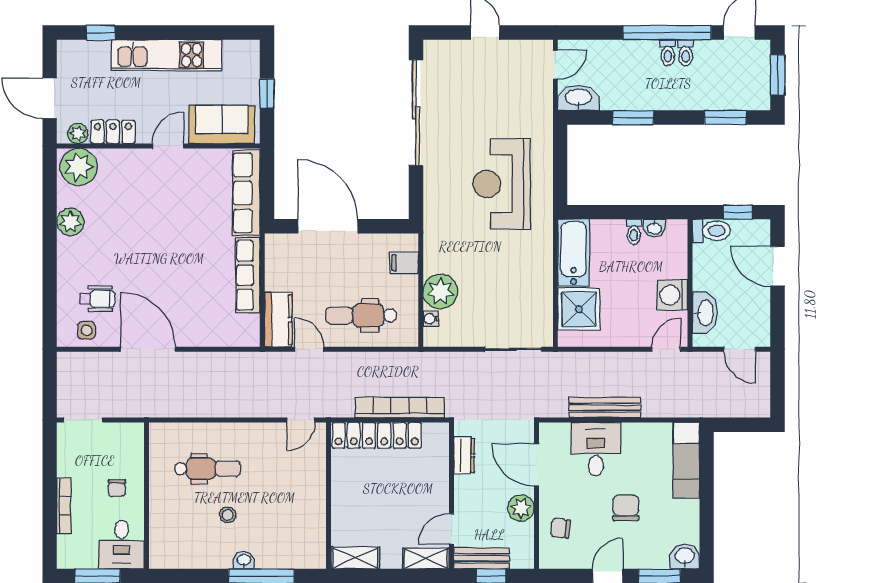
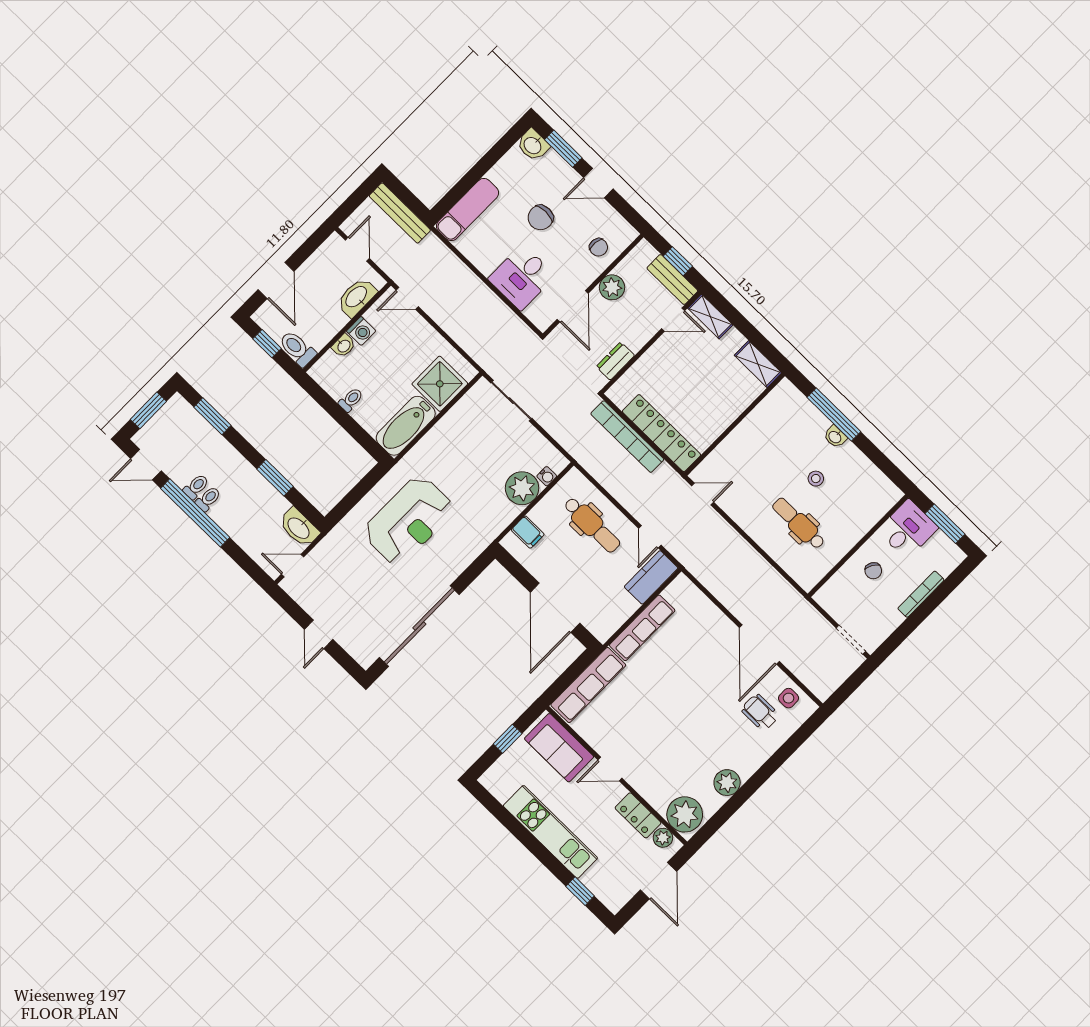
washbasin: (654, 228) -> (344, 346), moved, turned 90
washing machine: (672, 295) -> (361, 331), width x0.73, depth x0.73
bench: (605, 408) -> (400, 213), moved
chair: (117, 488) -> (873, 571), turned 120

